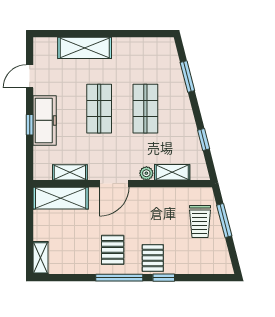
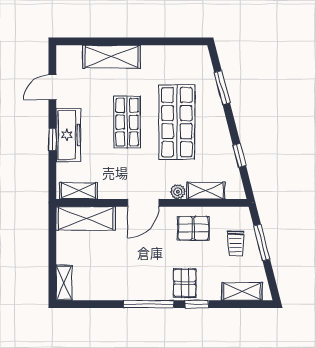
shop shelf: (145, 109) -> (177, 122), width x1.43, depth x1.36
shelving: (70, 172) -> (78, 191), moved
trolley: (200, 222) -> (236, 244), width x0.73, depth x0.72
pallet: (113, 250) -> (193, 228), moved, turned 90
shelving: (206, 266) -> (242, 291), added

